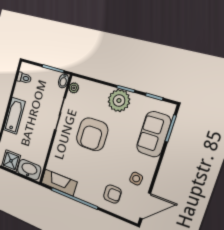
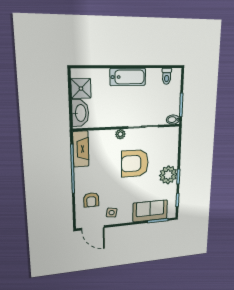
plant: (74, 88) -> (120, 134), moved

